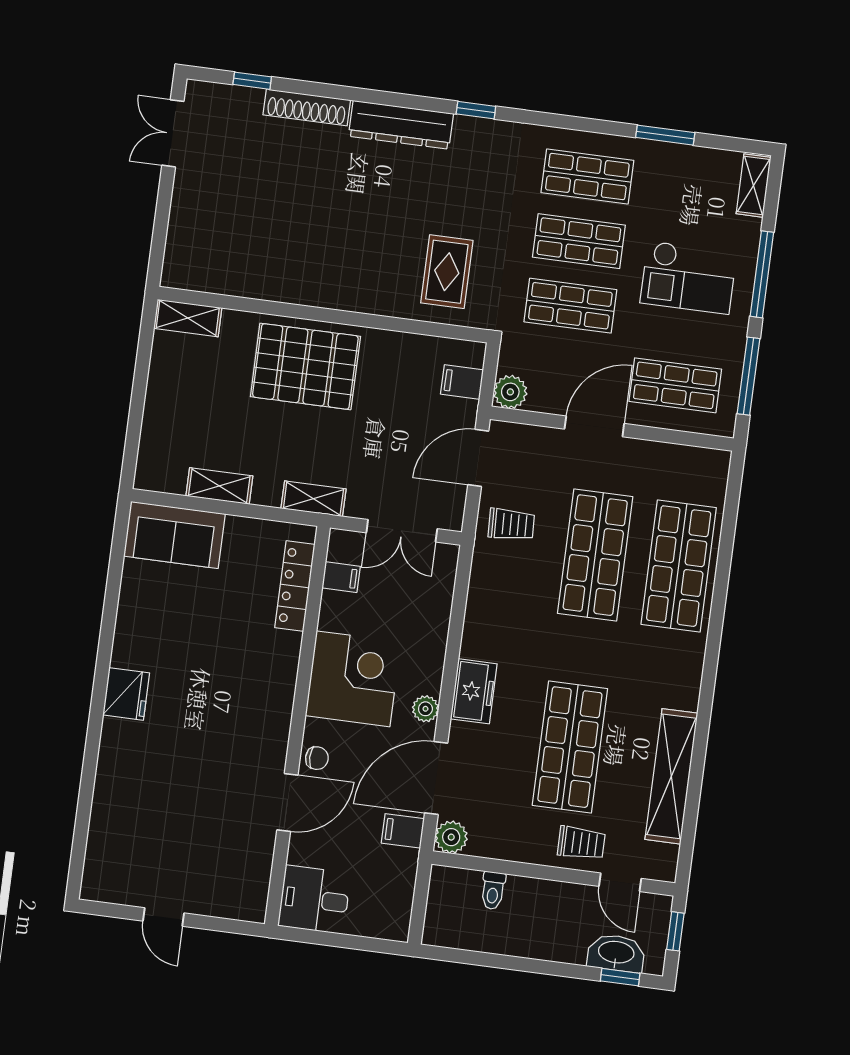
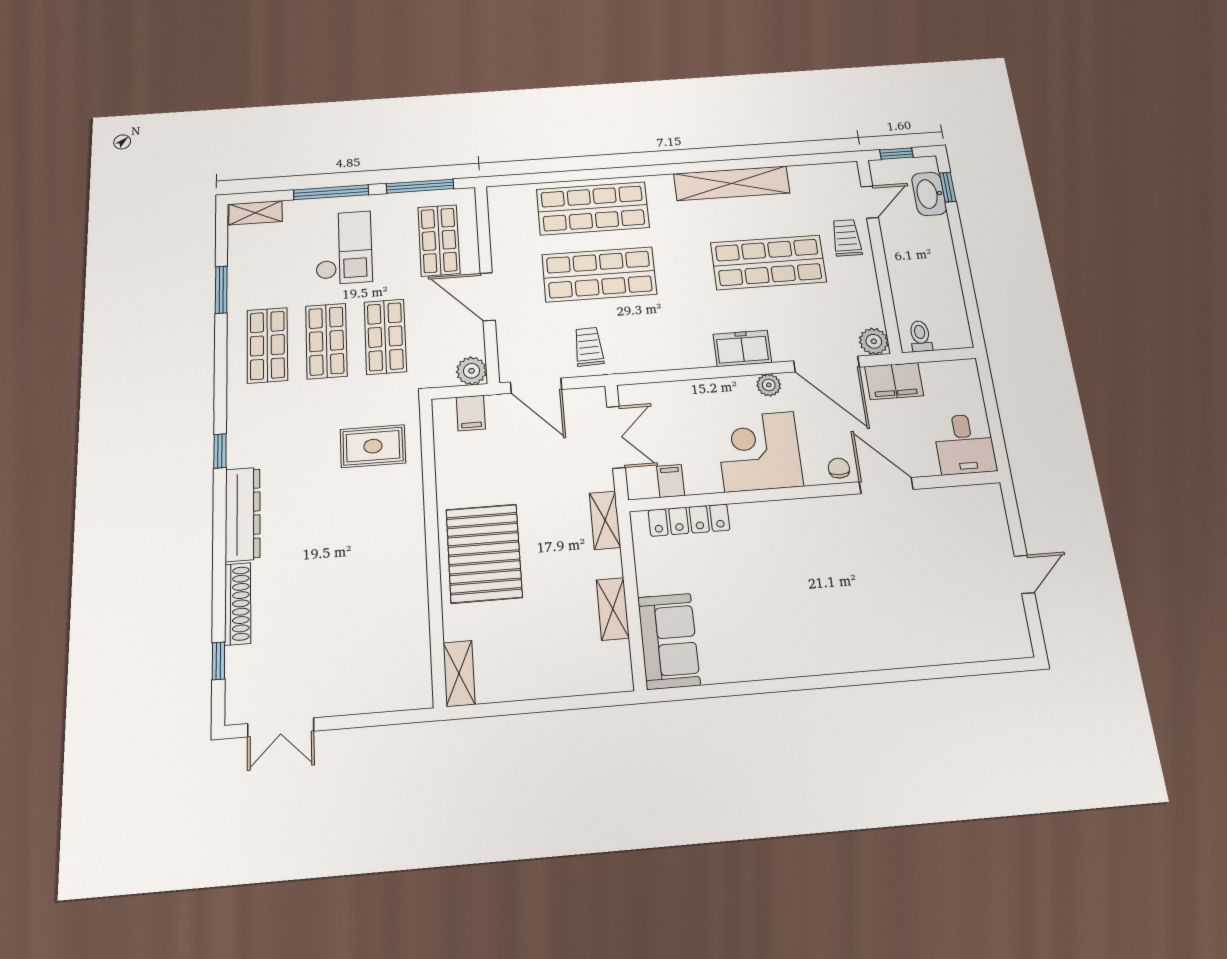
fridge: (126, 694) -> (830, 654), removed
shelving: (671, 776) -> (732, 183), moved
filing cabinet: (403, 831) -> (894, 381), width x2.00
toilet: (493, 890) -> (920, 336), moved, turned -90

